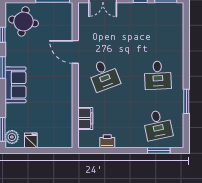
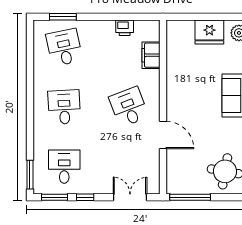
desk: (158, 25) -> (64, 167), added
window: (186, 101) -> (30, 175), moved
fridge: (31, 140) -> (209, 32), width x1.88, depth x1.34

